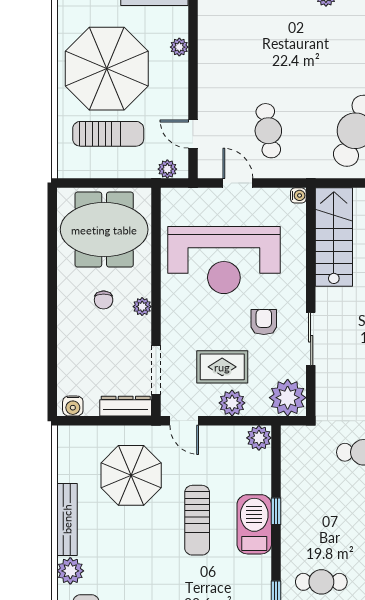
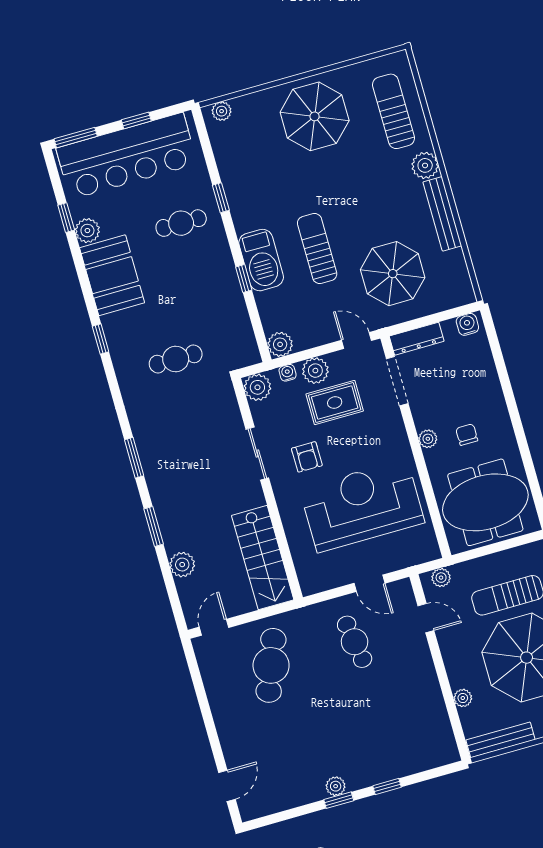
water cooler: (298, 195) -> (288, 373), moved, turned 90
plant: (288, 398) -> (257, 387), width x0.73, depth x0.73

